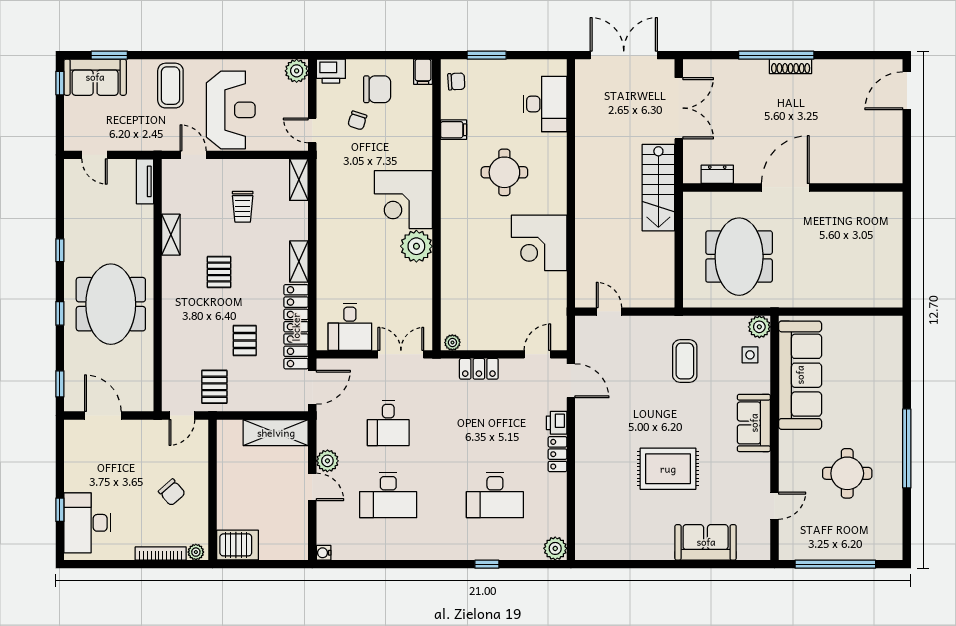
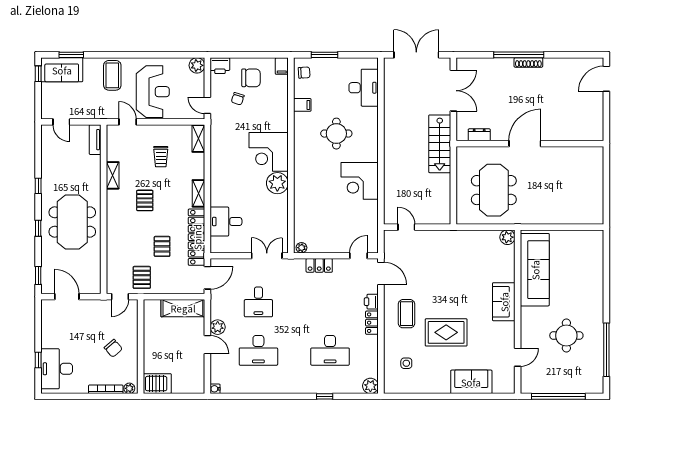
desk: (350, 327) -> (226, 222), moved, turned 90
side table: (750, 355) -> (406, 363), moved
coffee table: (685, 361) -> (406, 314), moved
window: (907, 448) -> (606, 350), moved

